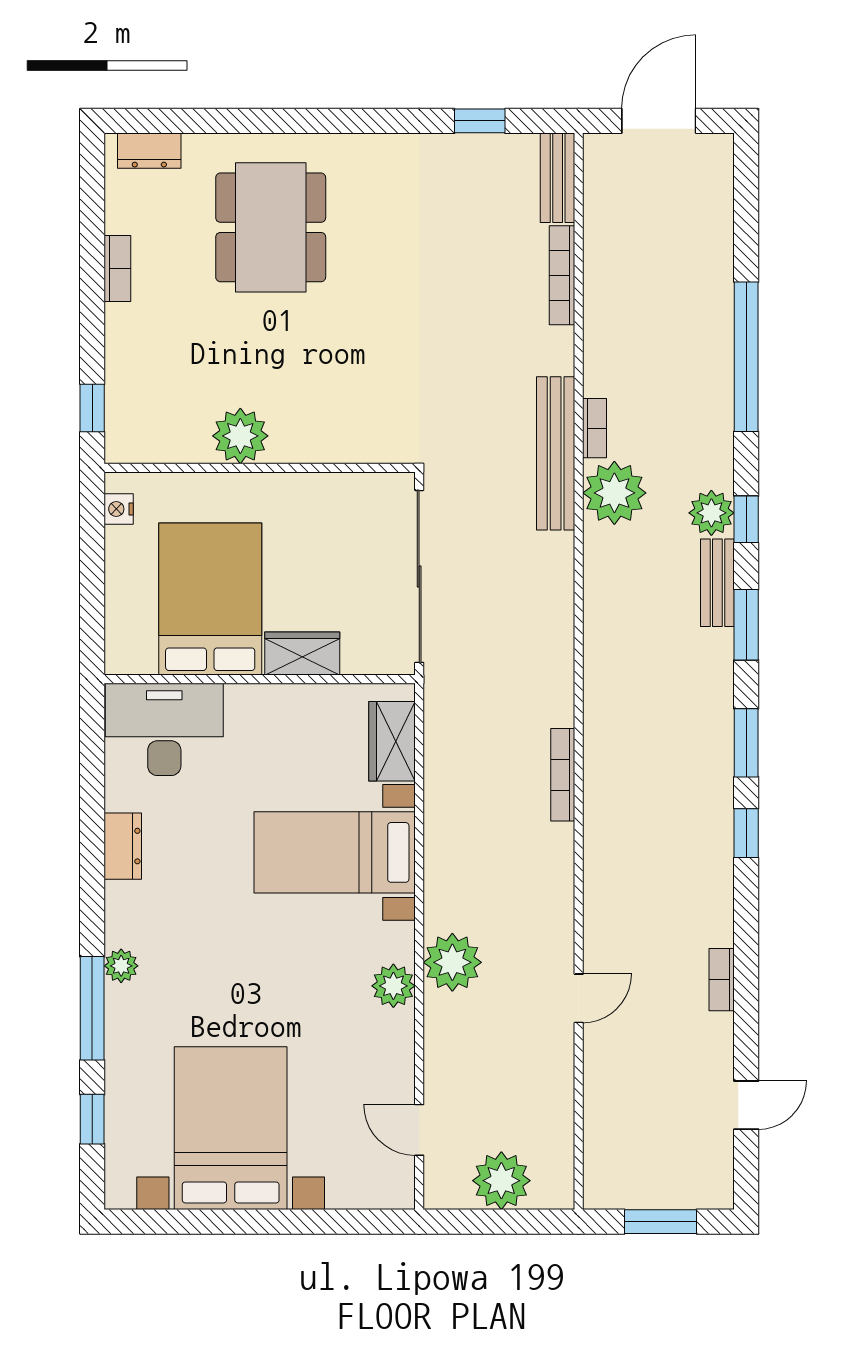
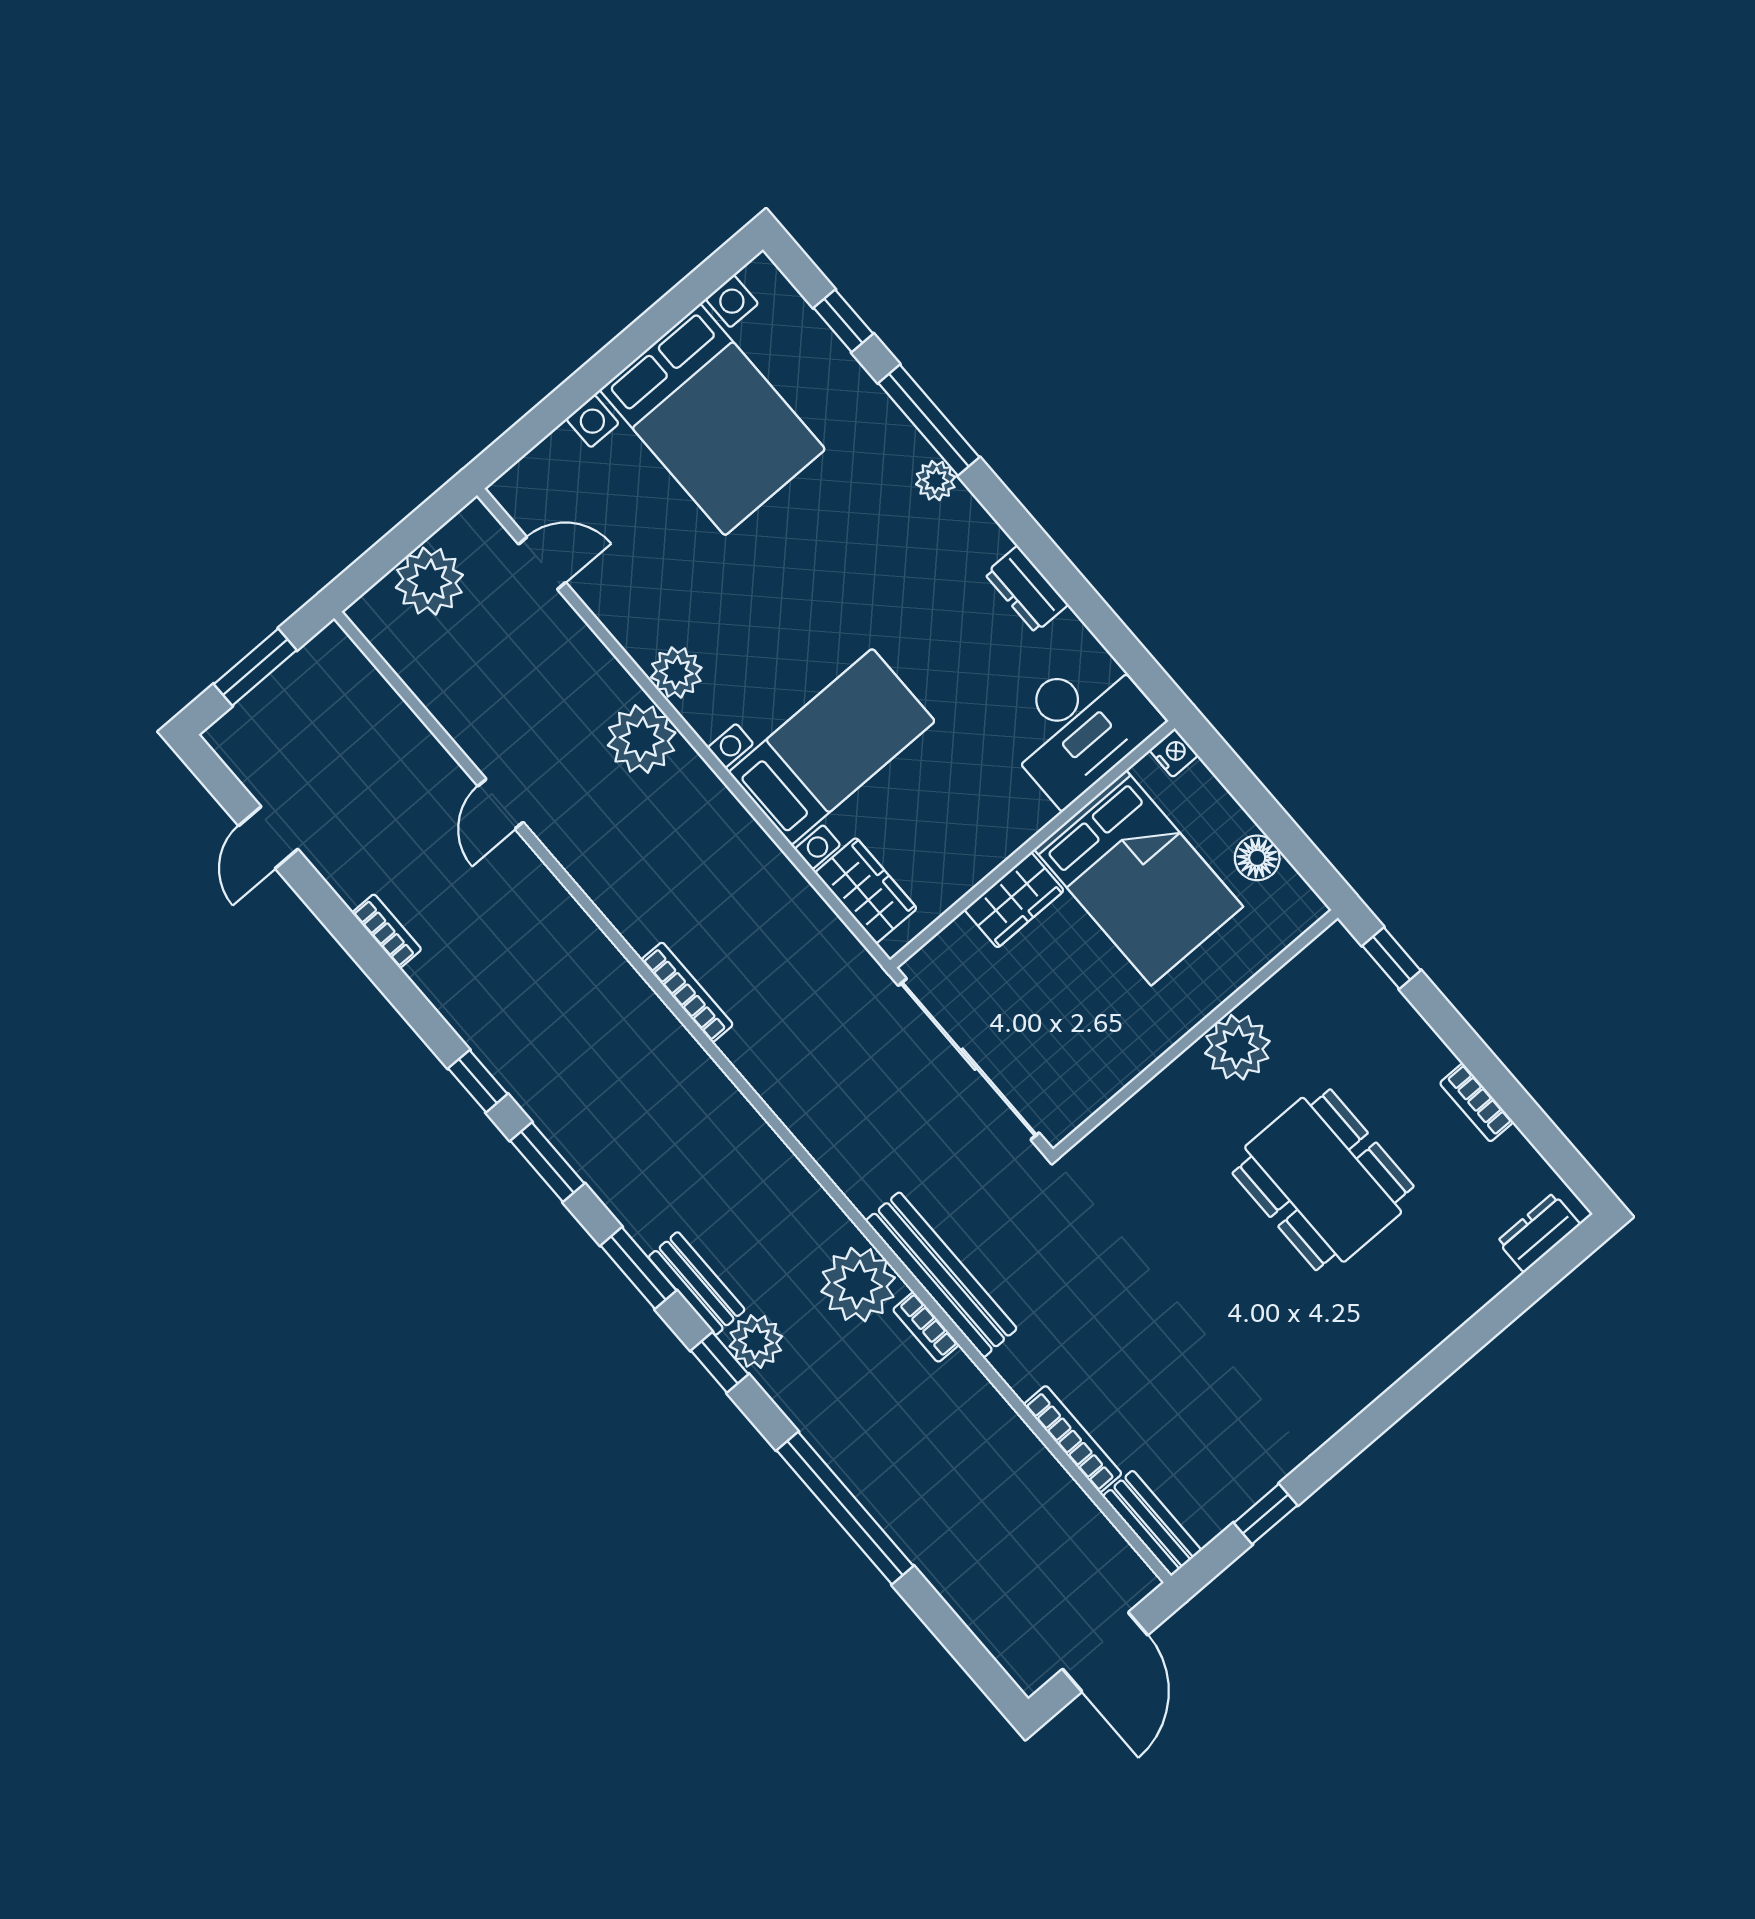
dining table: (271, 227) -> (1323, 1180), moved
nightstand: (119, 509) -> (1174, 753), moved
floor lamp: (123, 546) -> (1257, 858), added

